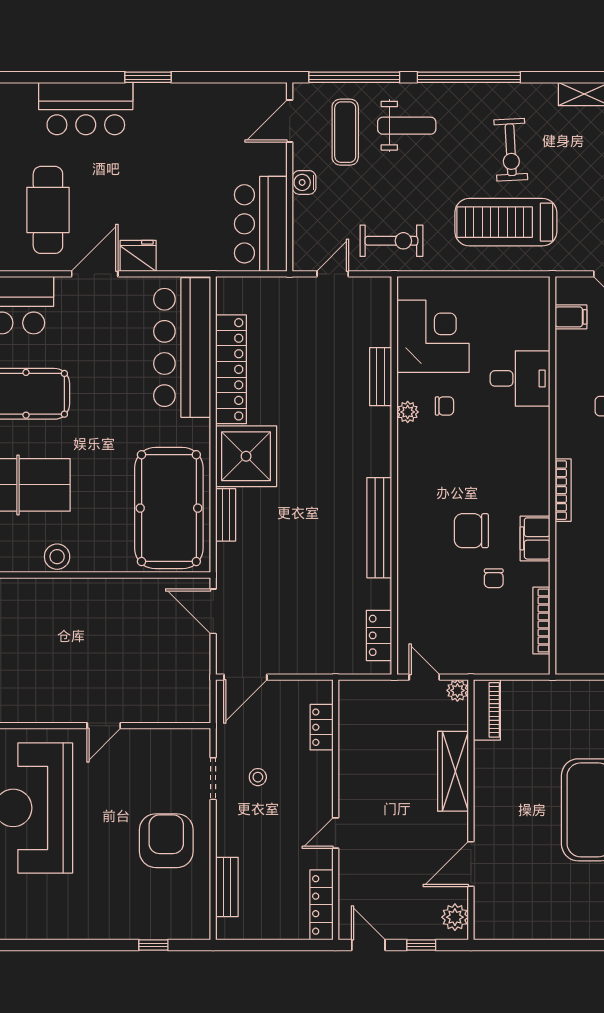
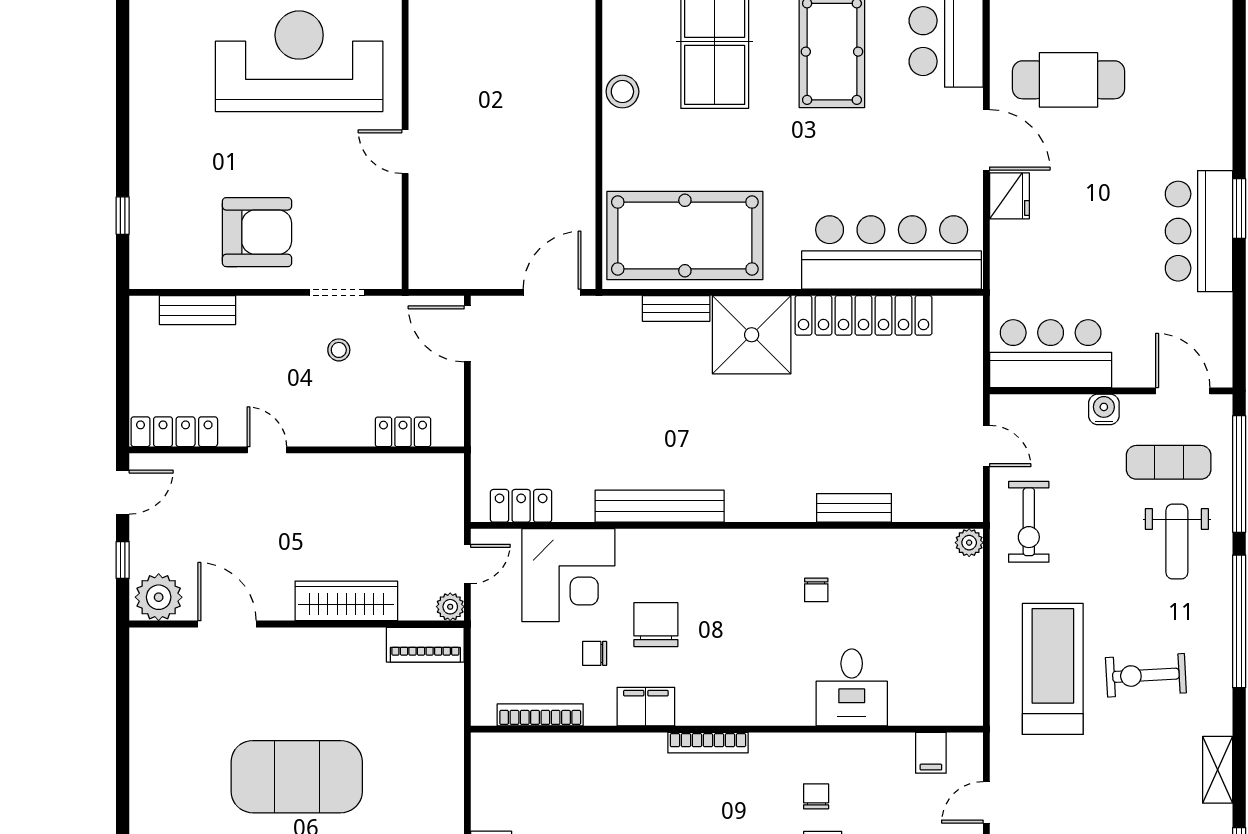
bar counter: (86, 109) -> (1199, 231), moved
corner desk: (433, 336) -> (568, 575), moved
plant: (408, 412) -> (969, 543), moved
plant: (455, 917) -> (159, 597), width x1.36, depth x1.36

